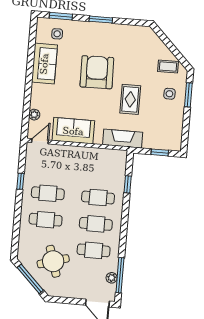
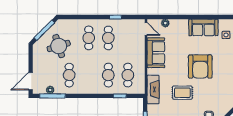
armchair: (97, 72) -> (200, 67), turned 91
cafe table: (96, 224) -> (128, 75), moved

